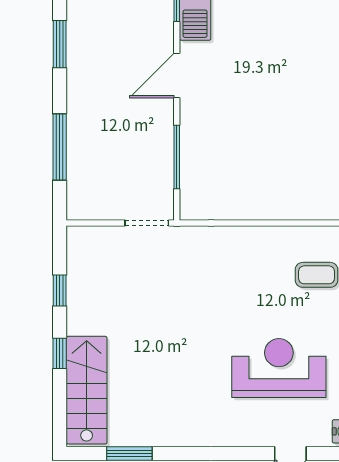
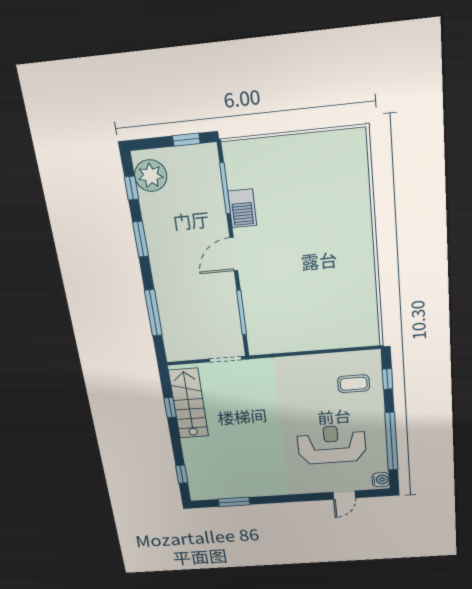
window: (60, 353) -> (182, 474), moved
stairs: (87, 390) -> (189, 403), moved

